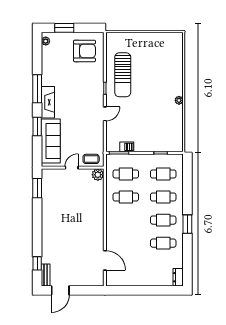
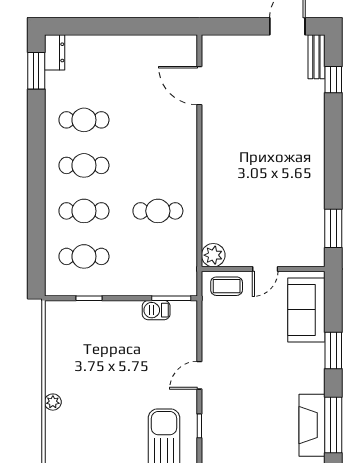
fireplace: (48, 102) -> (312, 425), moved
sofa: (51, 141) -> (306, 310), width x0.73
cafe table: (126, 174) -> (158, 256), removed
window: (187, 224) -> (36, 71), moved

